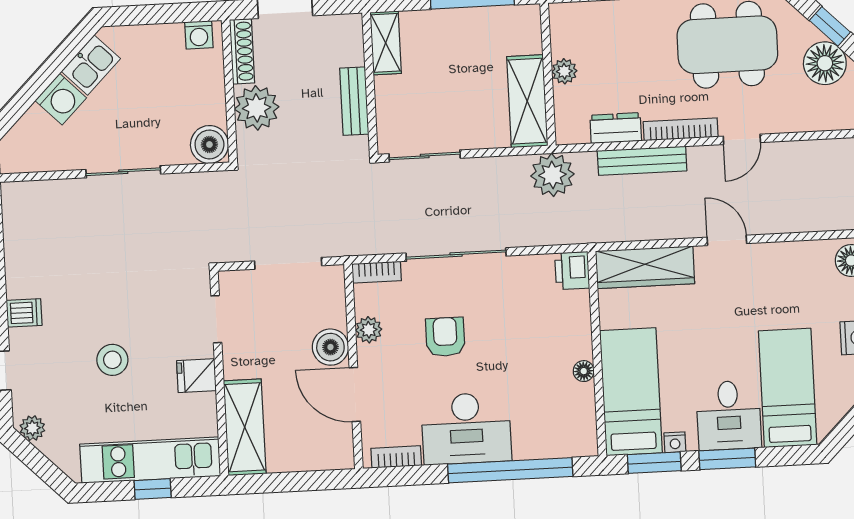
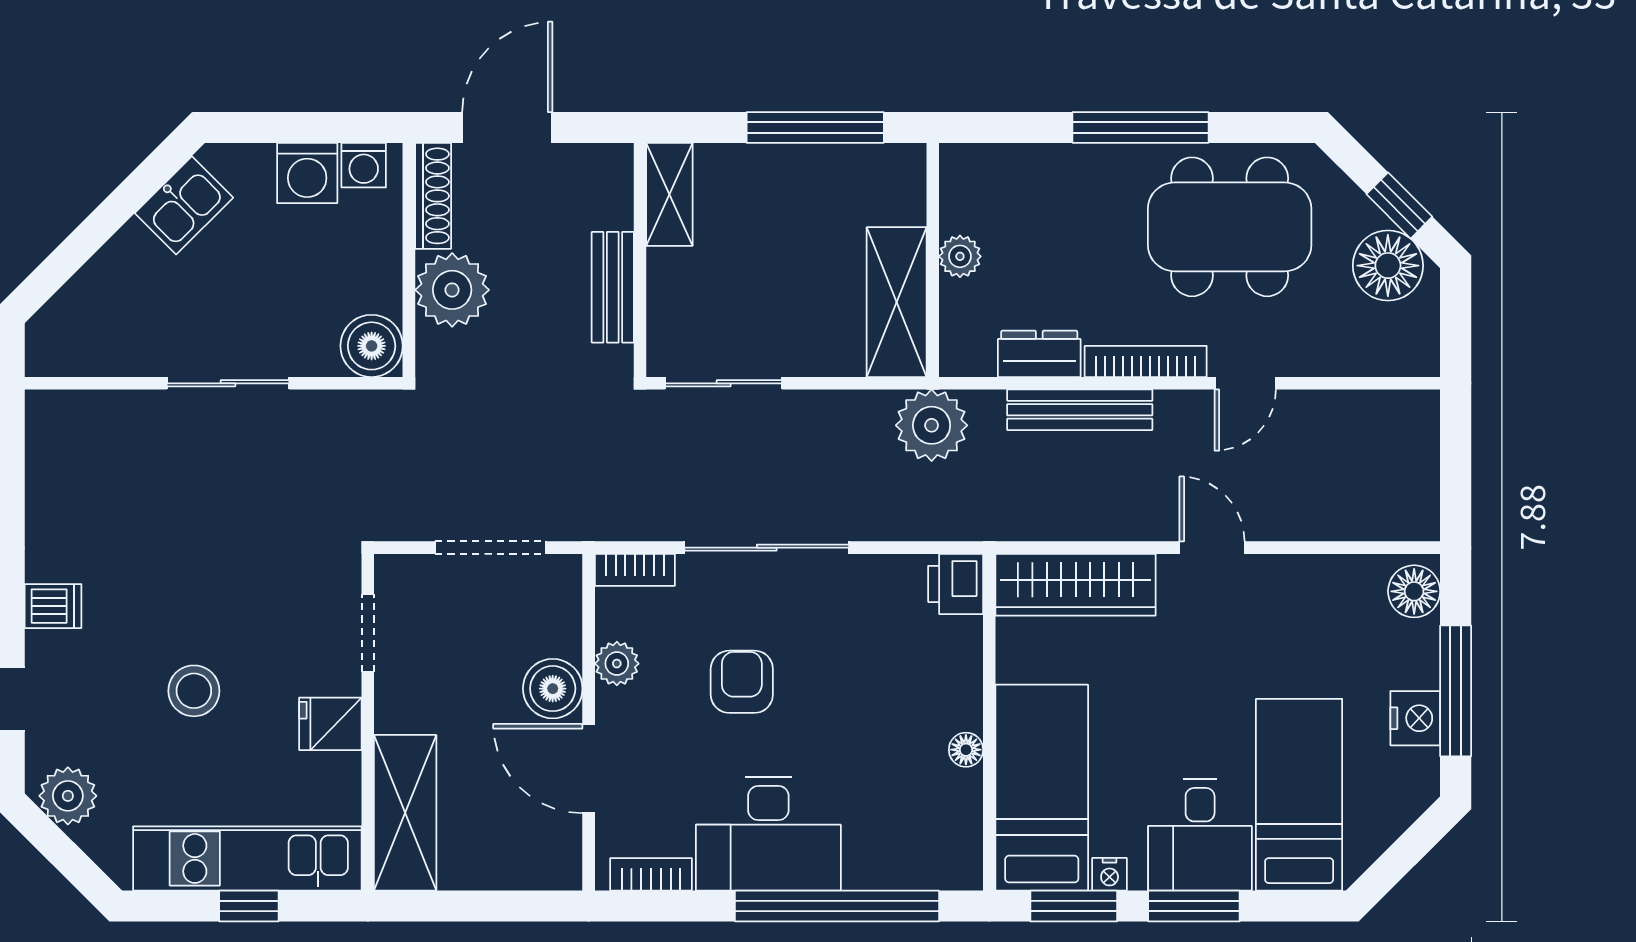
washing machine: (61, 99) -> (307, 173), moved, turned 45
plant: (32, 428) -> (68, 796), width x1.38, depth x1.38

